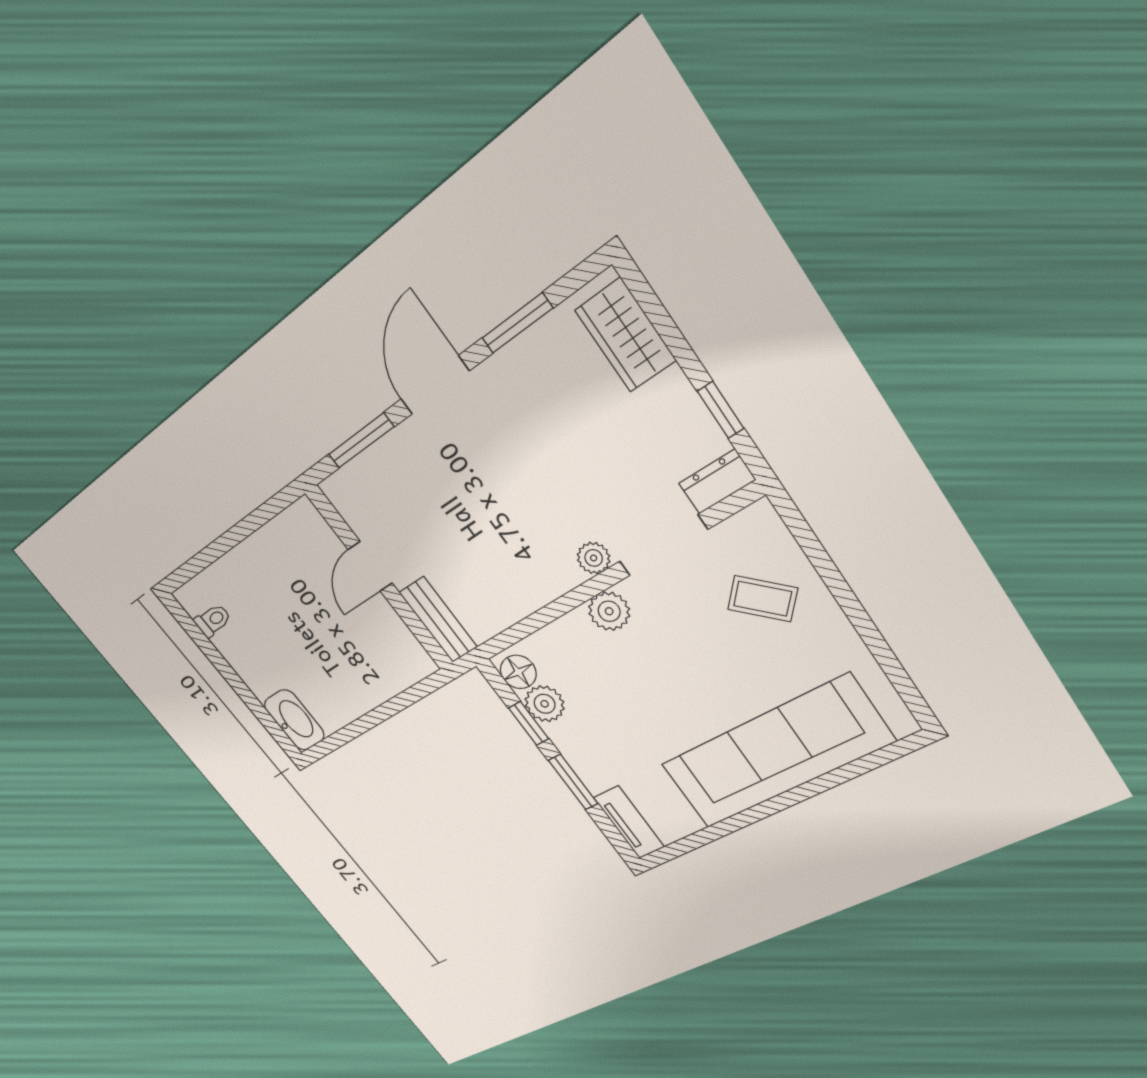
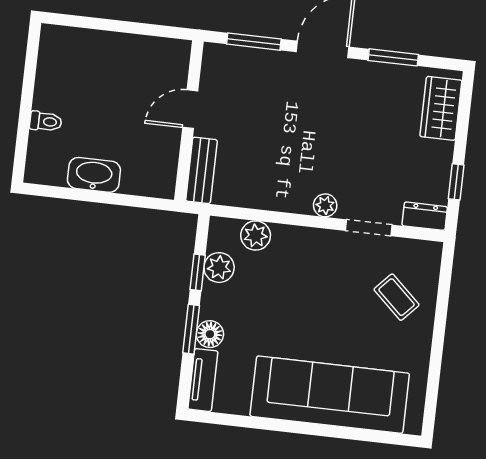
doorway: (663, 545) -> (369, 228), width x0.73
plant: (609, 611) -> (256, 236), moved
toilet: (213, 620) -> (46, 121), moved
floor lamp: (518, 672) -> (210, 334), moved
washbasin: (294, 720) -> (94, 175), moved, turned -90

